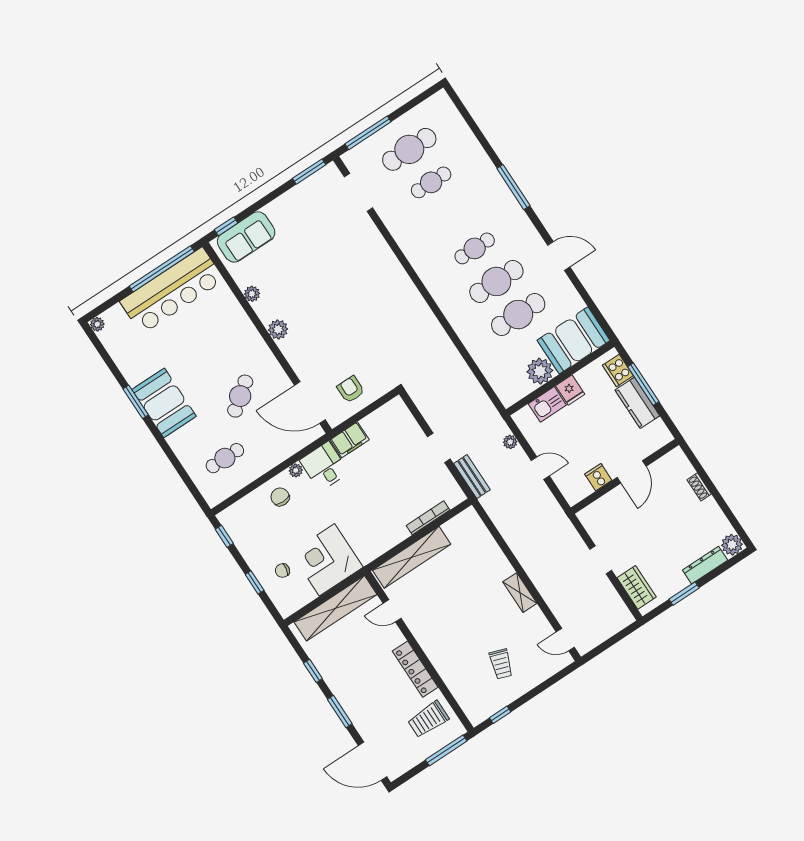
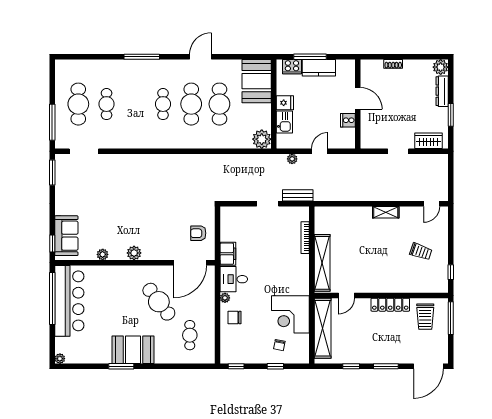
plant: (540, 371) -> (262, 139), moved
cafe table: (240, 396) -> (159, 302), width x1.37, depth x1.35

